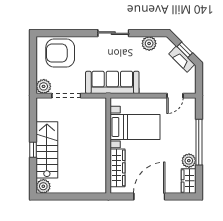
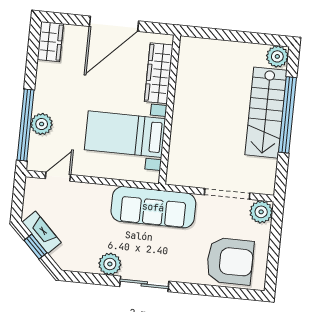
plant: (149, 43) -> (110, 264), moved
window: (199, 142) -> (25, 125), moved
window: (33, 150) -> (288, 115), width x3.17
plant: (189, 161) -> (42, 124), moved

